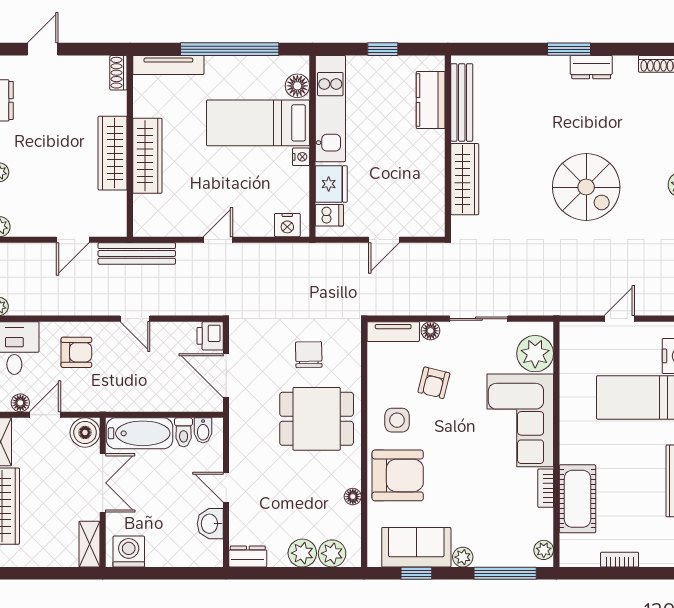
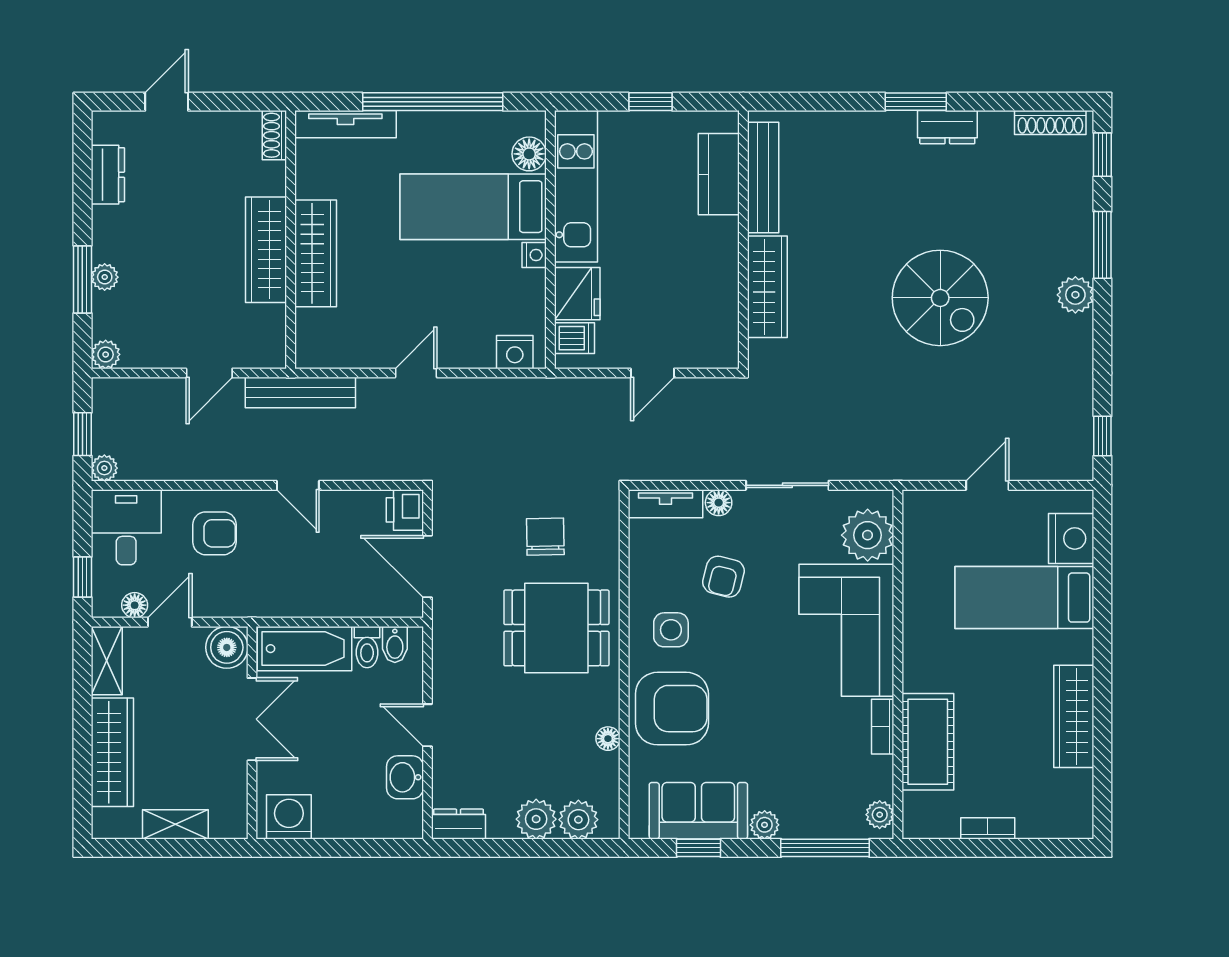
shelving: (89, 544) -> (175, 824), moved, turned 90

